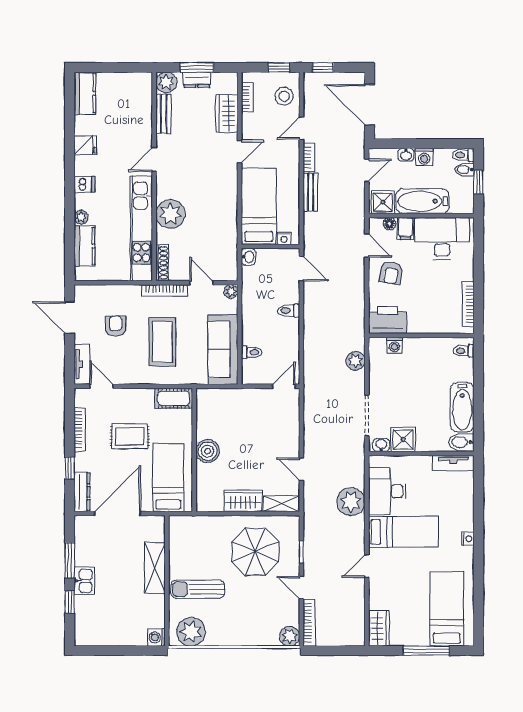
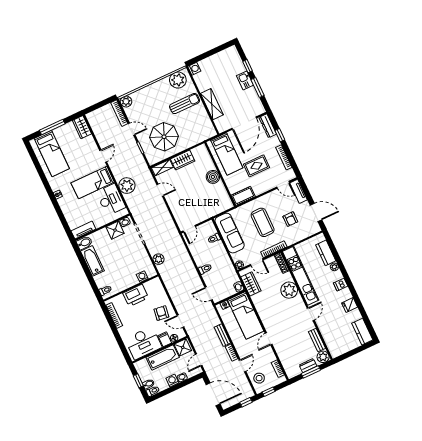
wardrobe: (227, 114) -> (251, 284), moved
printer: (387, 320) -> (136, 295), moved

